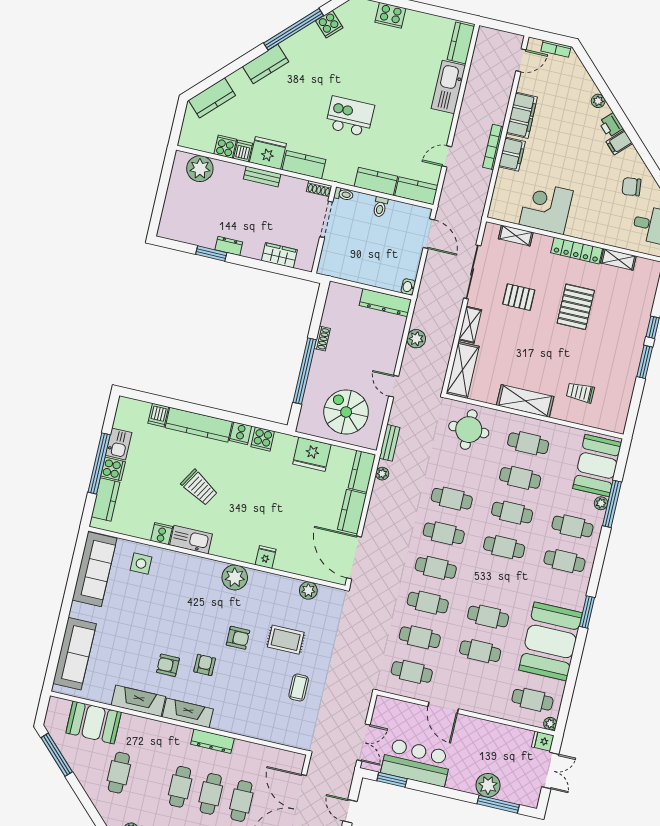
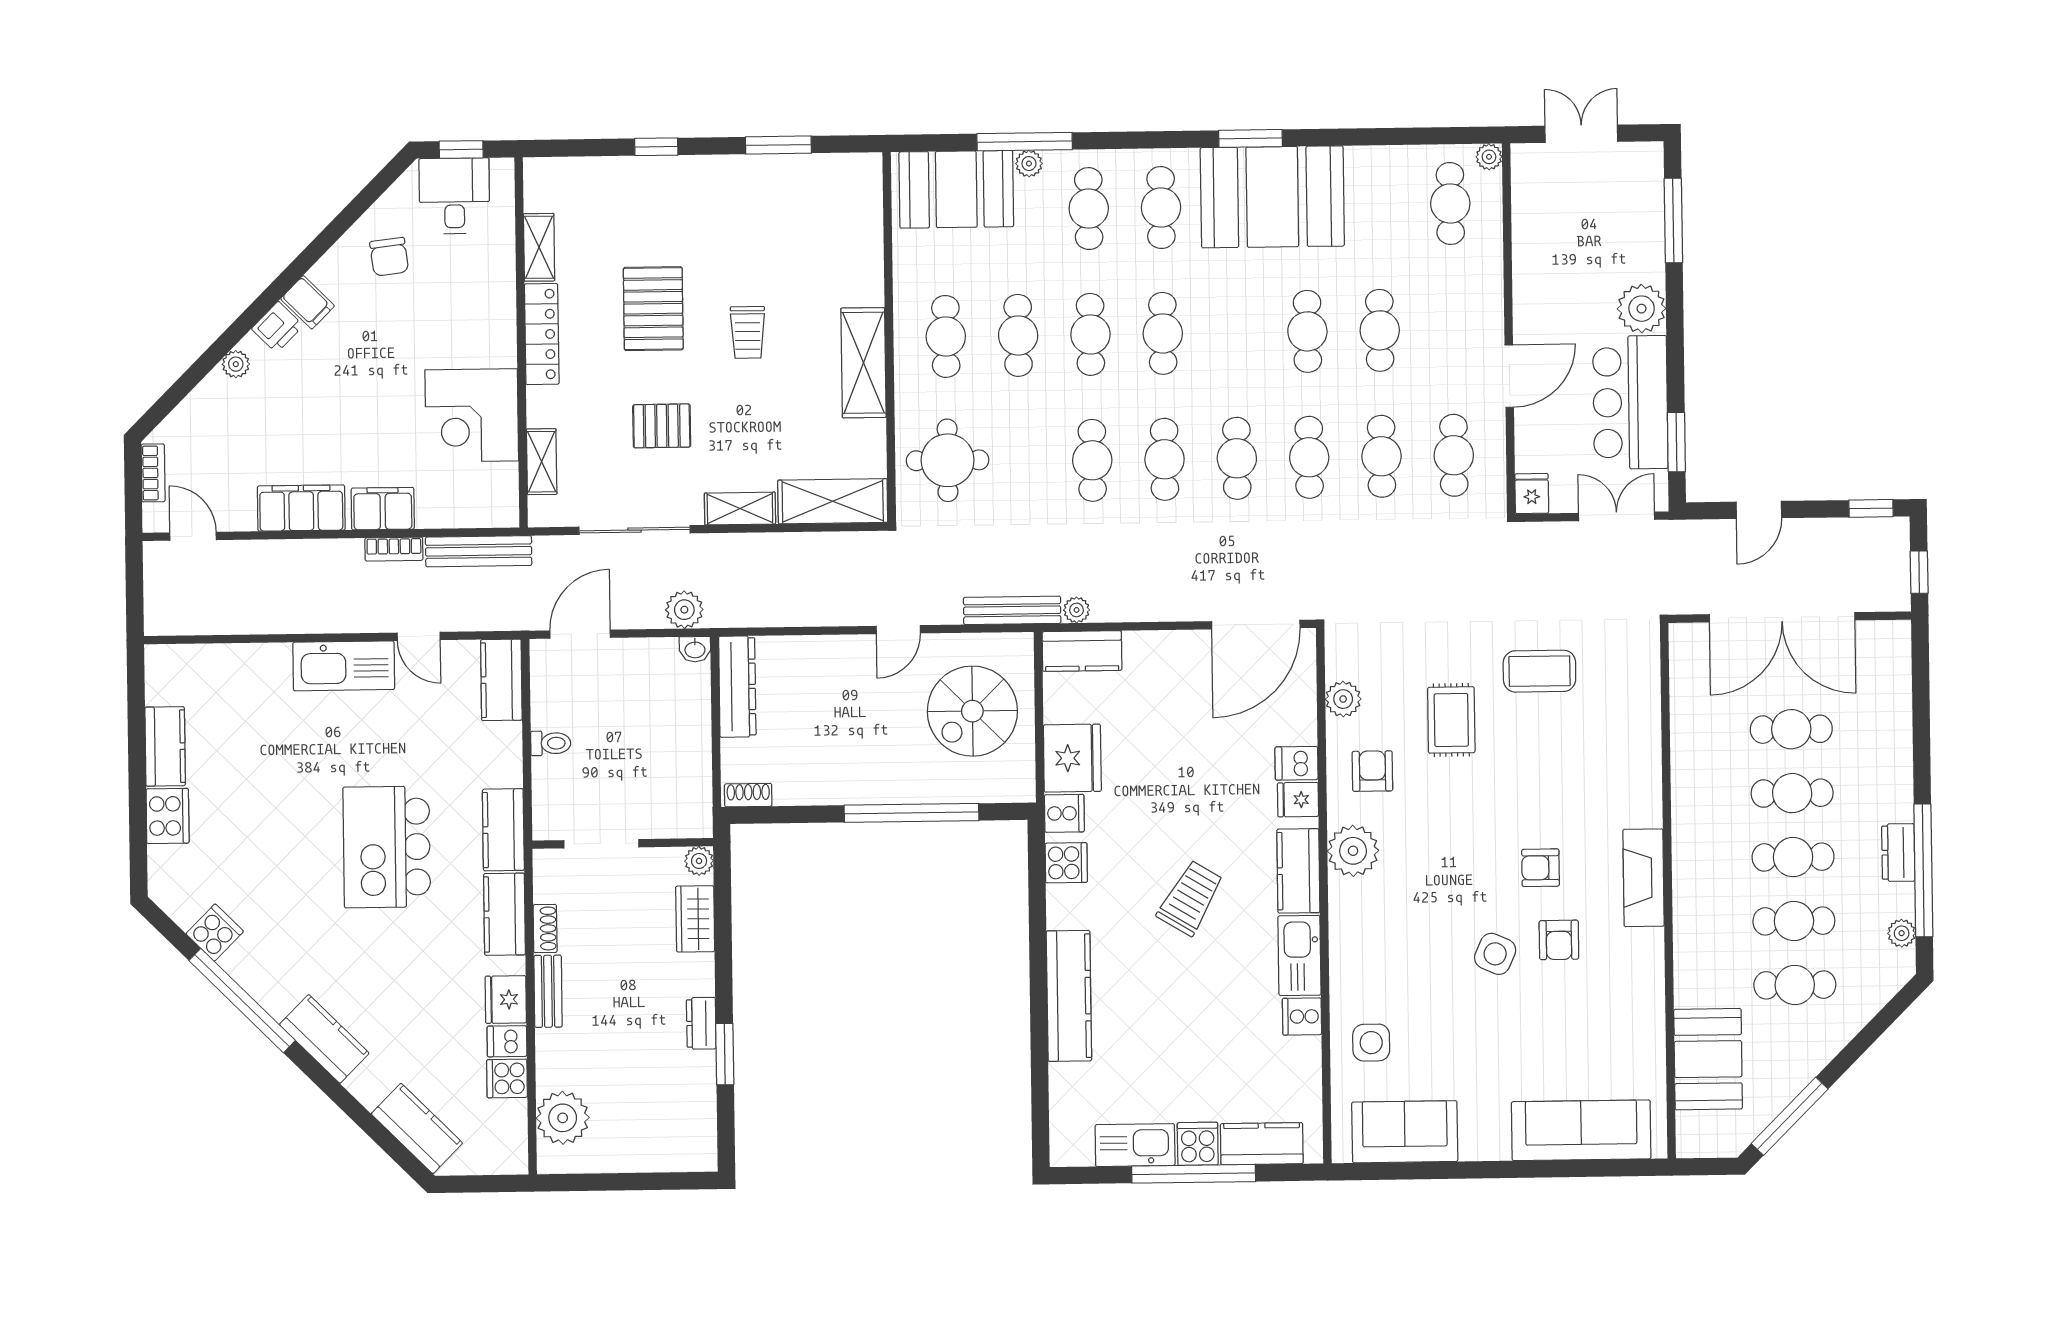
kitchen counter: (461, 43) -> (165, 746), moved, turned -90
kitchen sink: (448, 87) -> (344, 666), moved
kitchen island: (350, 116) -> (387, 847), width x1.37, depth x1.28
bookcase: (493, 147) -> (394, 549), width x0.64
fridge: (268, 153) -> (506, 1000), width x0.73, depth x0.75
kitchen counter: (376, 181) -> (503, 830), moved
shoe rack: (319, 189) -> (545, 928), moved
toilet: (344, 194) -> (543, 822), removed
bench: (480, 195) -> (479, 551), added
plant: (307, 264) -> (699, 861), added
pallet: (519, 297) -> (662, 426), turned 90
pallet: (576, 307) -> (653, 309), turned 90
shoe rack: (322, 339) -> (748, 795), moved
plant: (416, 339) -> (684, 610), moved
window: (645, 362) -> (778, 145), moved
trolley: (580, 392) -> (748, 332), moved
dishwasher: (158, 415) -> (1296, 763), moved, turned 180
cooker: (241, 433) -> (1064, 813), moved
bench: (390, 443) -> (1012, 610), width x1.36
kitchen sink: (119, 444) -> (1135, 1145), width x1.38
trolley: (199, 488) -> (1190, 898), moved
kitchen counter: (352, 512) -> (1298, 871), moved, turned 90
sofa: (94, 569) -> (1405, 1132), width x0.73
side table: (169, 633) -> (1495, 954), added
armchair: (238, 638) -> (1372, 771), moved
booth: (551, 641) -> (1272, 197), moved
coffee table: (299, 688) -> (1539, 671), width x1.36, depth x1.30
fireplace: (138, 701) -> (1644, 981), removed
dresser: (212, 741) -> (1687, 815), removed
fridge: (543, 741) -> (1532, 494), moved, turned 180
cafe table: (149, 780) -> (1794, 921), added
plant: (488, 785) -> (1642, 309), moved

